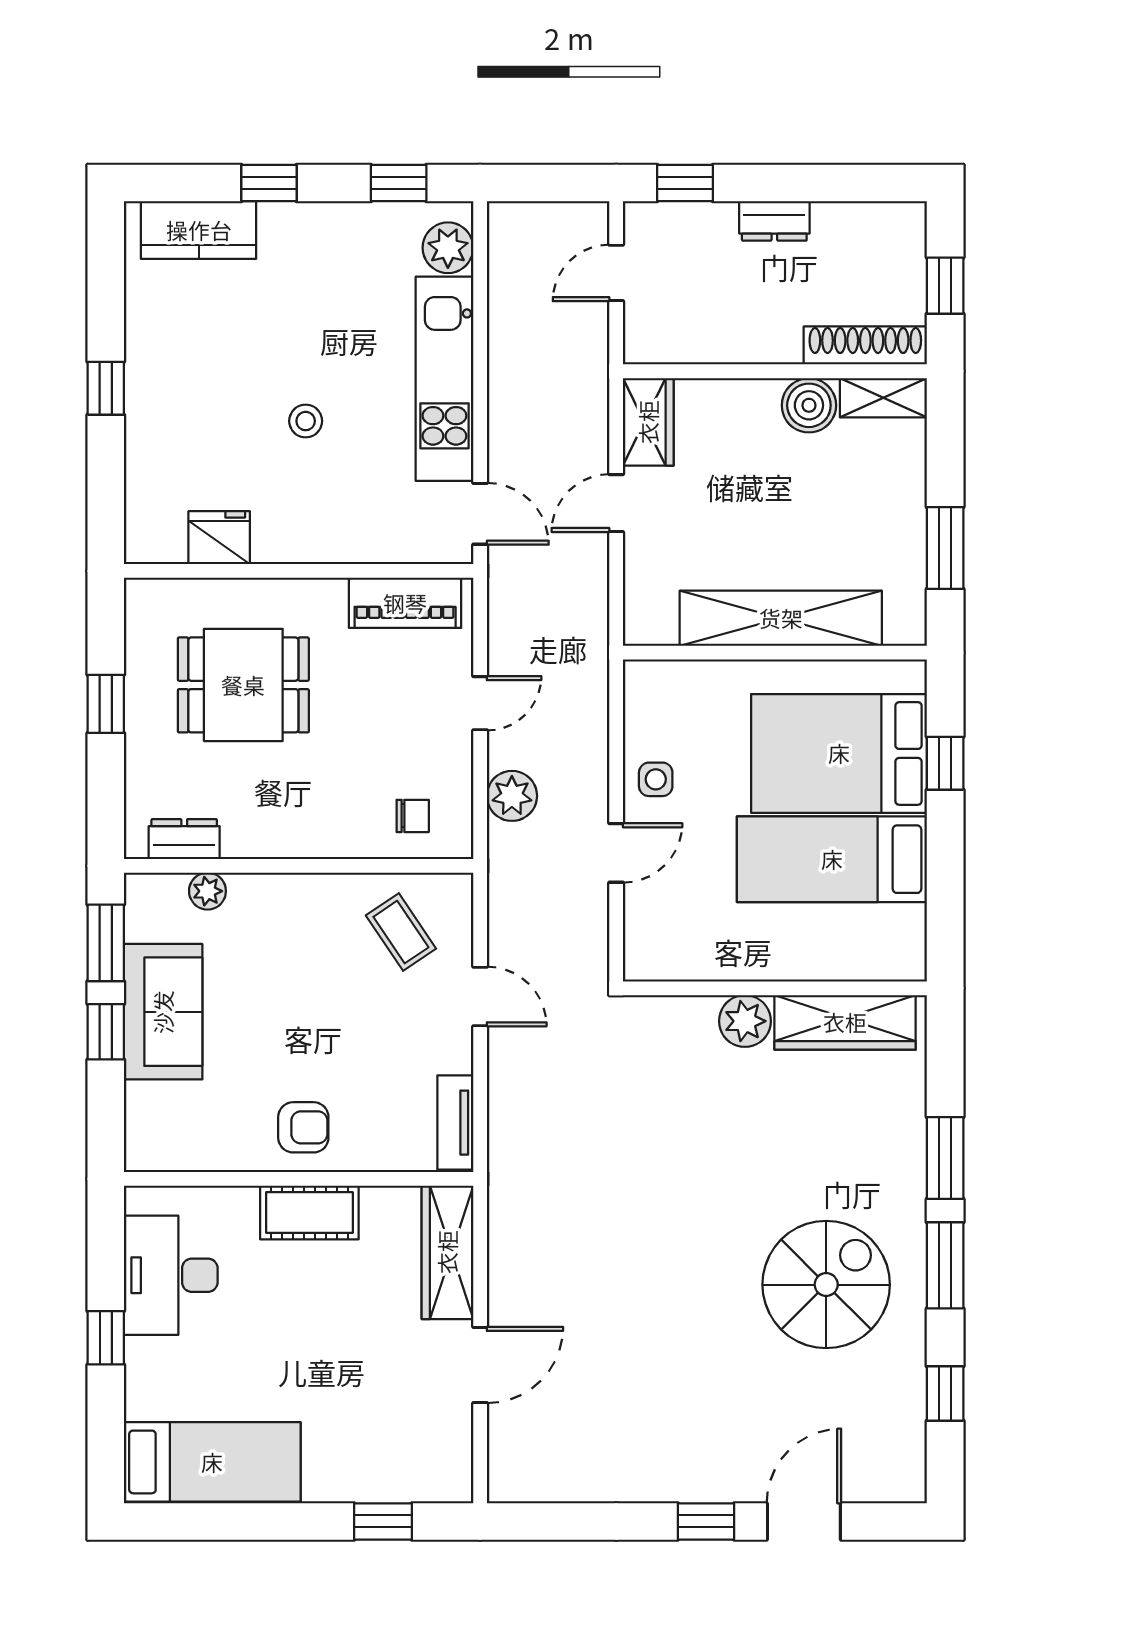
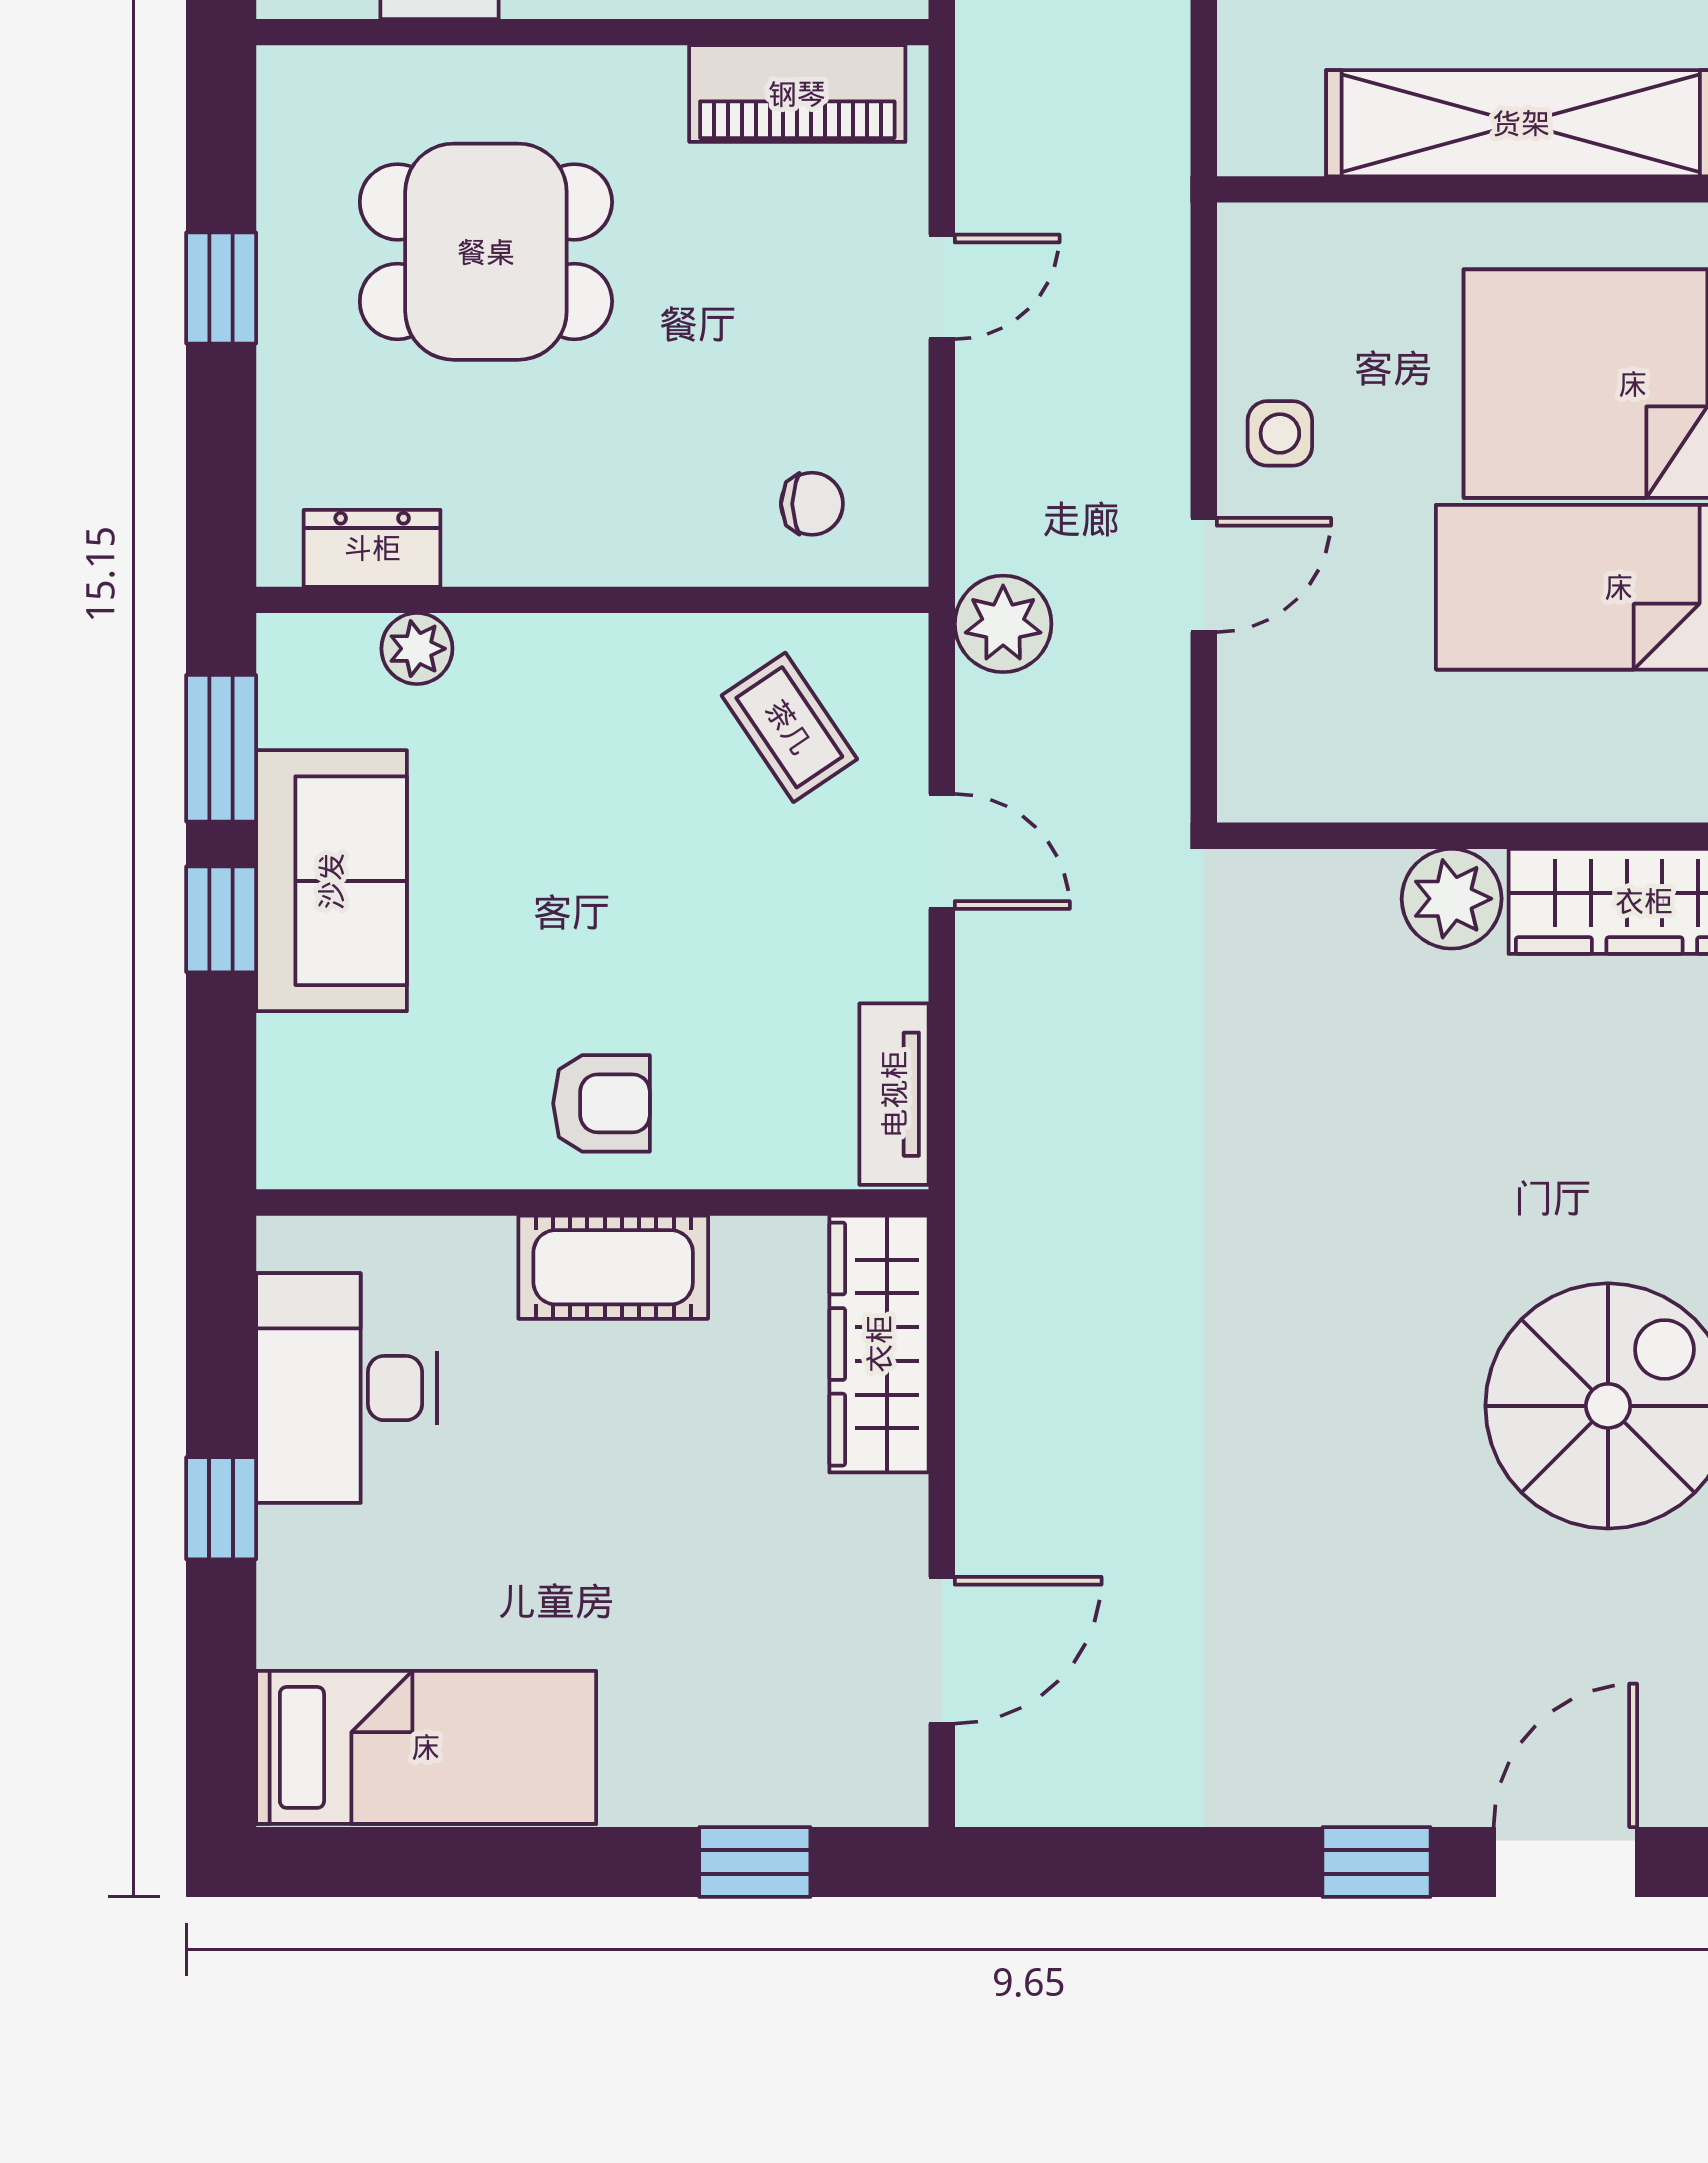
plant: (512, 796) -> (1003, 624), moved
door: (480, 1365) -> (942, 1650), moved

